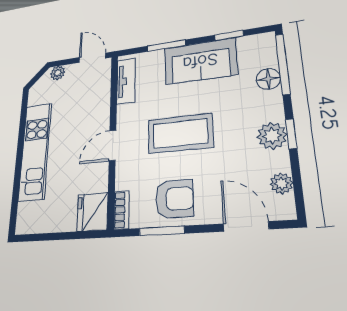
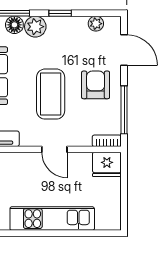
plant: (272, 136) -> (35, 27), moved
armchair: (174, 199) -> (96, 85), moved
door: (246, 226) -> (124, 50), swing flipped
window: (162, 231) -> (124, 110), width x1.44

